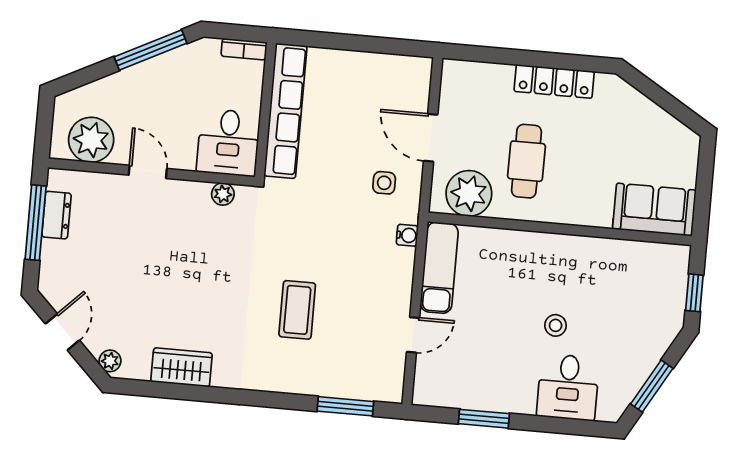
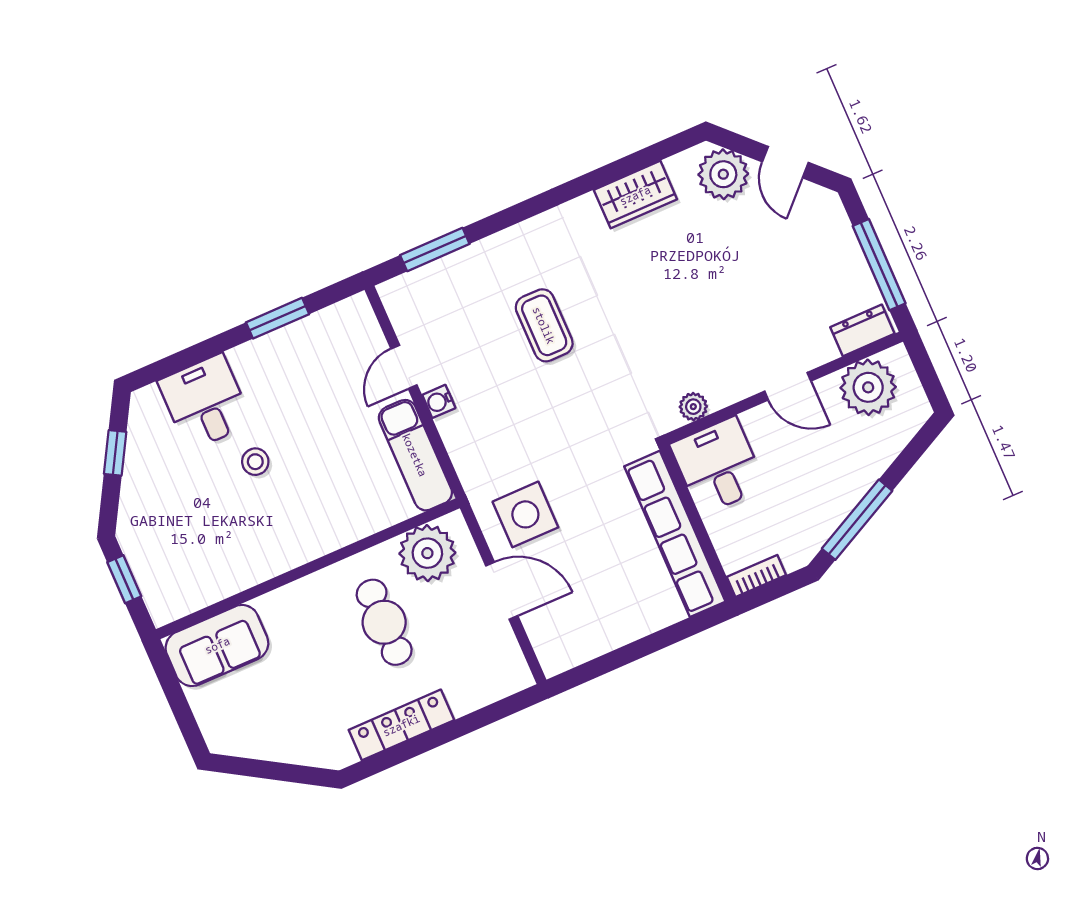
side table: (384, 183) -> (525, 514), width x1.87, depth x1.87
dresser: (56, 215) -> (862, 330), moved, turned 90
water cooler: (407, 235) -> (439, 401), moved
plant: (110, 361) -> (723, 174), width x1.88, depth x1.88
window: (652, 386) -> (115, 453), width x0.67

